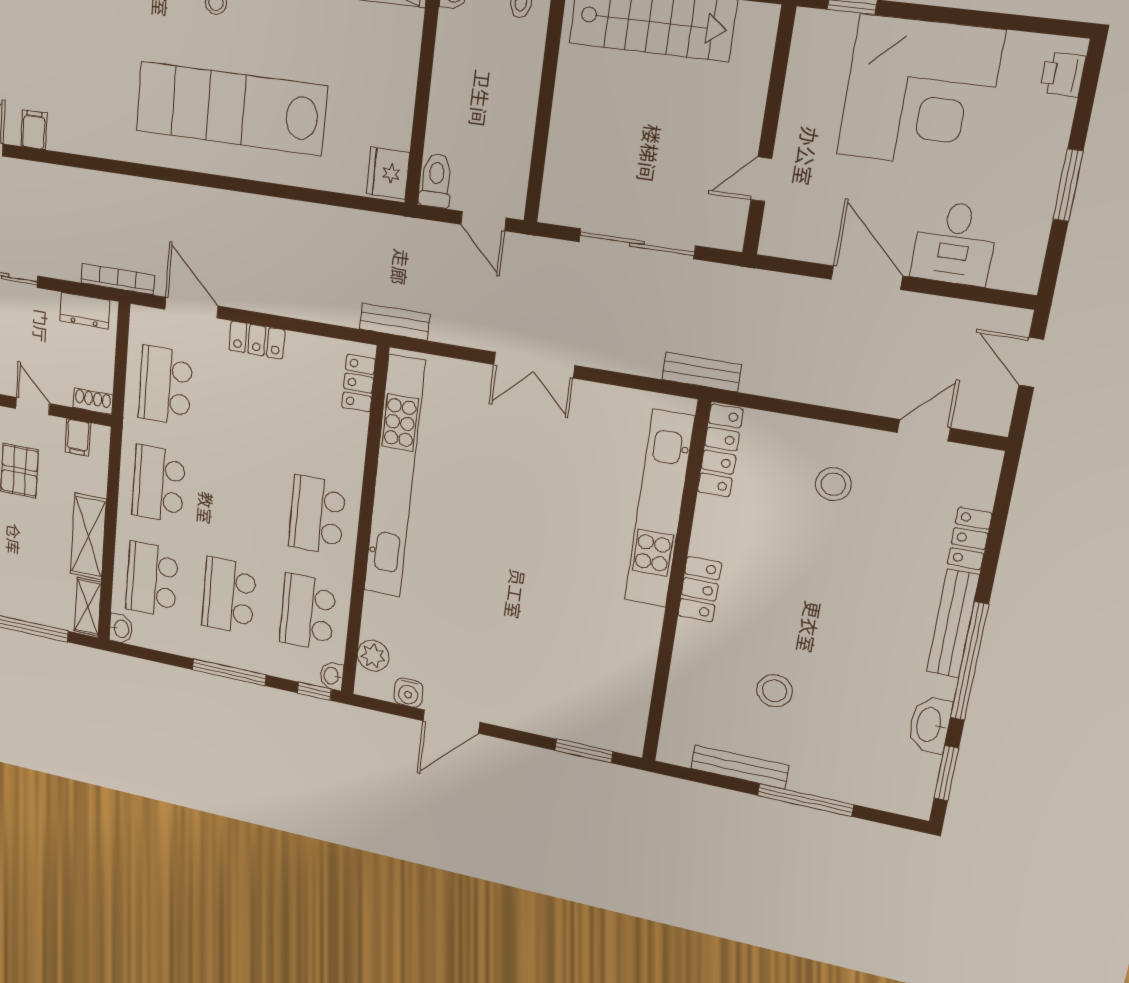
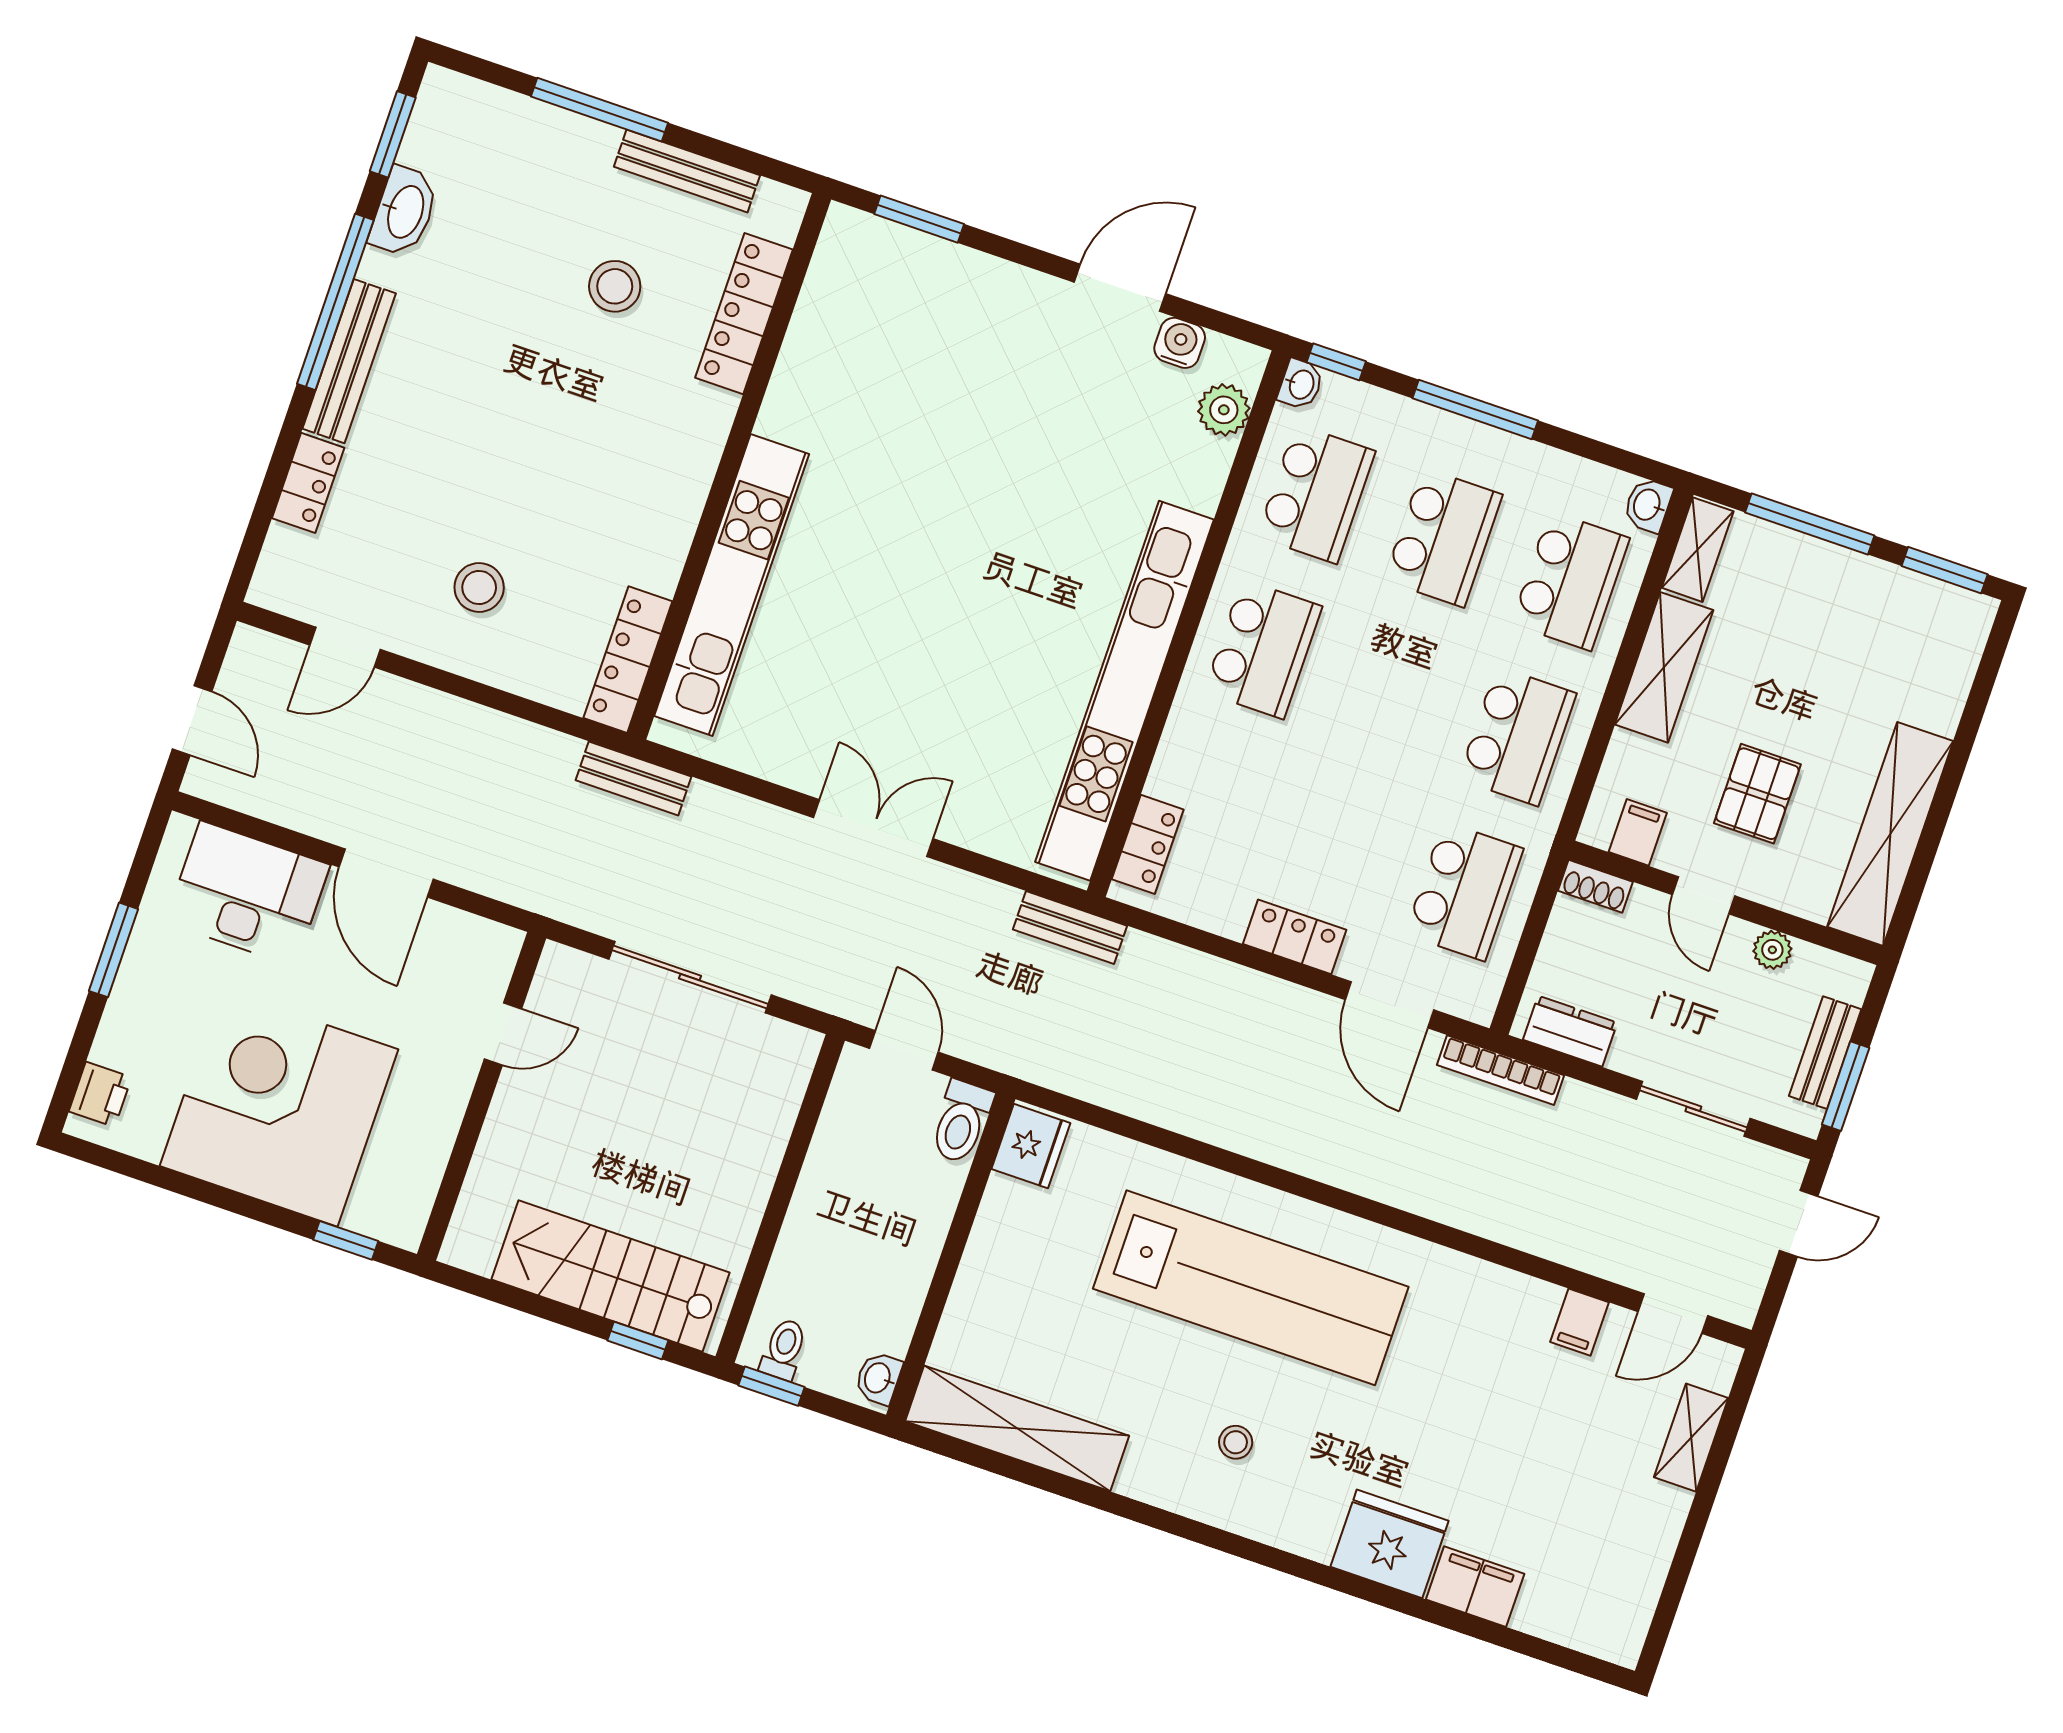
desk: (955, 243) -> (248, 893), width x1.37
locker: (700, 589) -> (744, 314), moved, width x1.53

